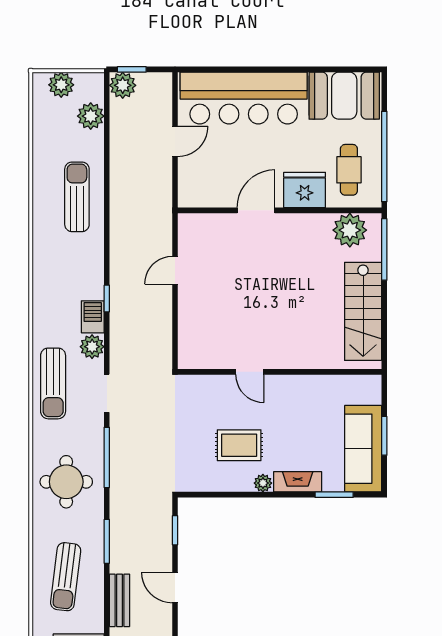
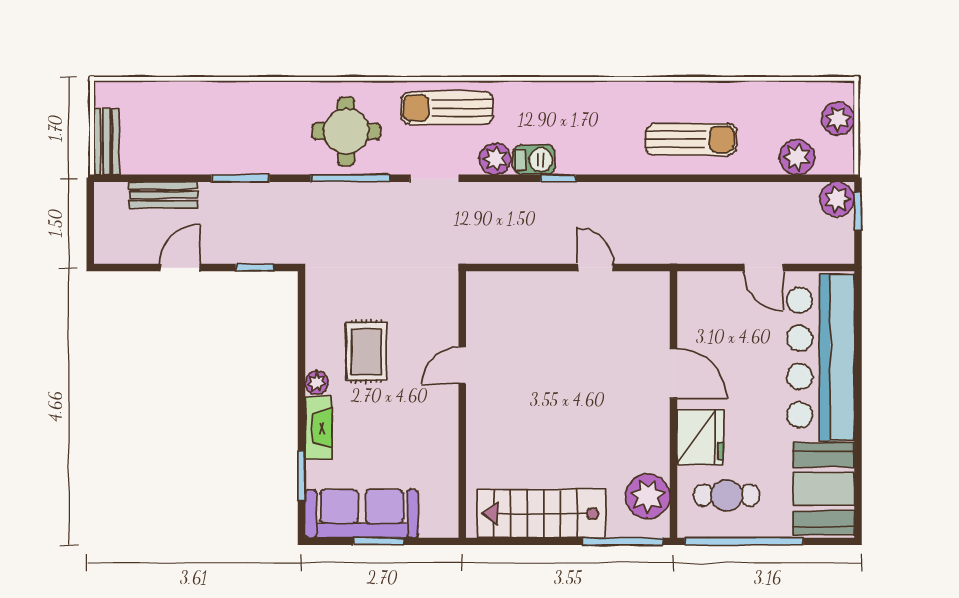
round table: (66, 482) -> (346, 131), moved
sun lounger: (66, 577) -> (194, 124), removed

